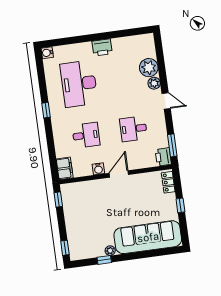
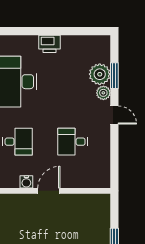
window: (172, 145) -> (114, 76), moved
printer: (163, 157) -> (102, 178), removed
locker: (168, 182) -> (104, 208), removed

